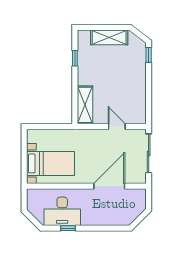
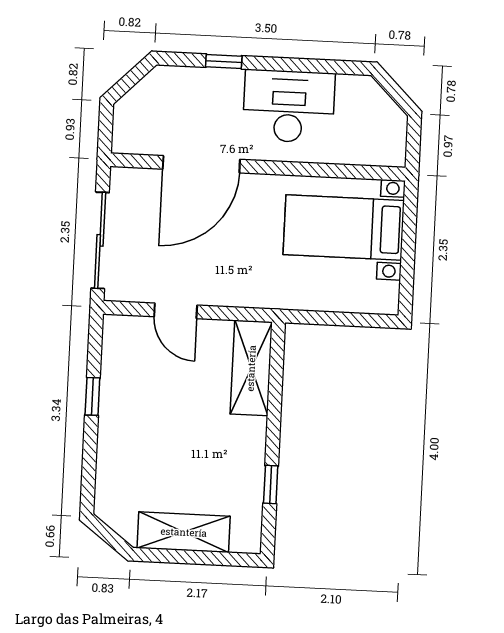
window: (149, 55) -> (92, 396), moved
desk: (62, 211) -> (289, 106), moved
window: (68, 228) -> (224, 61), moved

